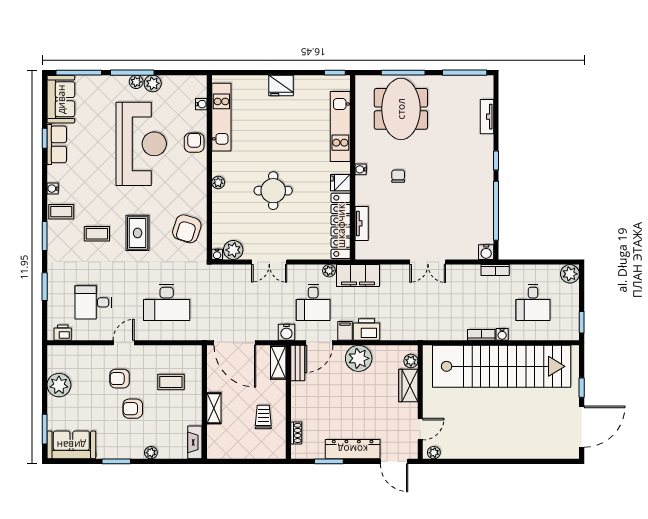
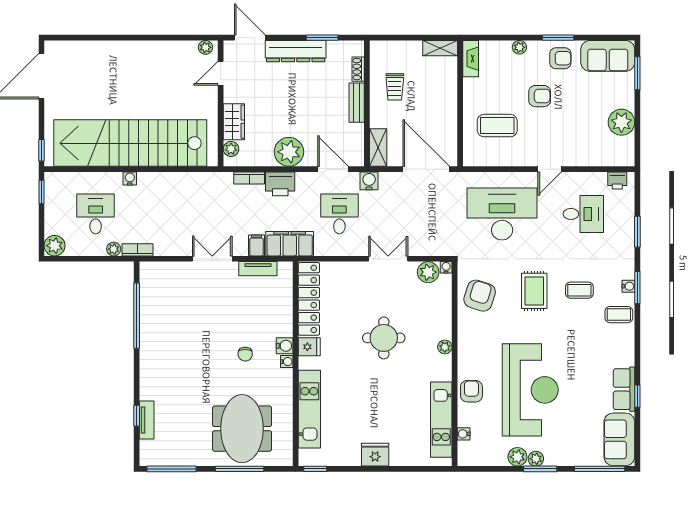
window: (132, 73) -> (540, 469), width x0.69
armchair: (194, 143) -> (471, 391), turned 180
reception desk: (141, 144) -> (530, 390), turned 180
window: (496, 161) -> (137, 416), moved
water cooler: (53, 189) -> (628, 286), moved
tv unit: (362, 223) -> (258, 269), moved, turned -90
water cooler: (486, 252) -> (285, 346), moved, turned 90
plant: (329, 271) -> (114, 249), moved
desk: (167, 302) -> (502, 214), width x1.36, depth x1.30
filing cabinet: (345, 331) -> (257, 245), moved, turned 180
bookcase: (481, 335) -> (249, 178), moved
door: (319, 343) -> (333, 169), hinge flipped
bench: (298, 363) -> (357, 103), moved
armchair: (120, 379) -> (560, 58), moved
coffee table: (171, 382) -> (497, 126), width x1.36, depth x1.30
window: (582, 388) -> (41, 150), moved
shelving: (214, 408) -> (440, 48), moved, turned 90

